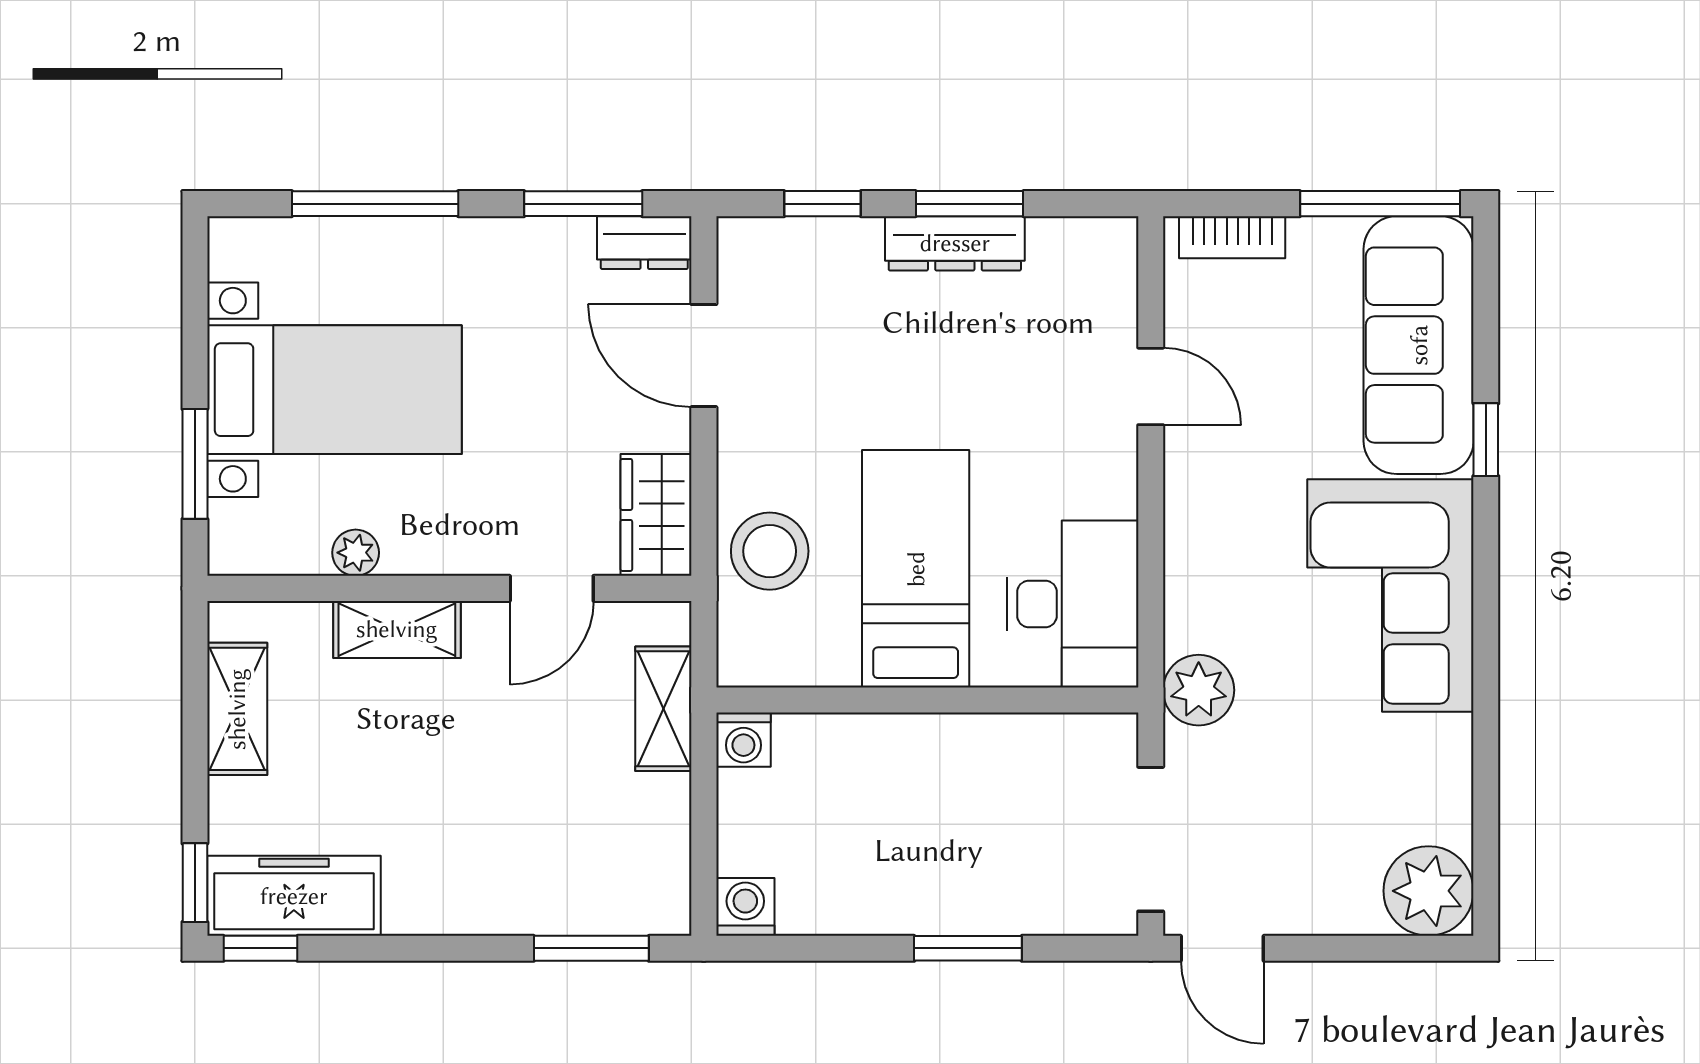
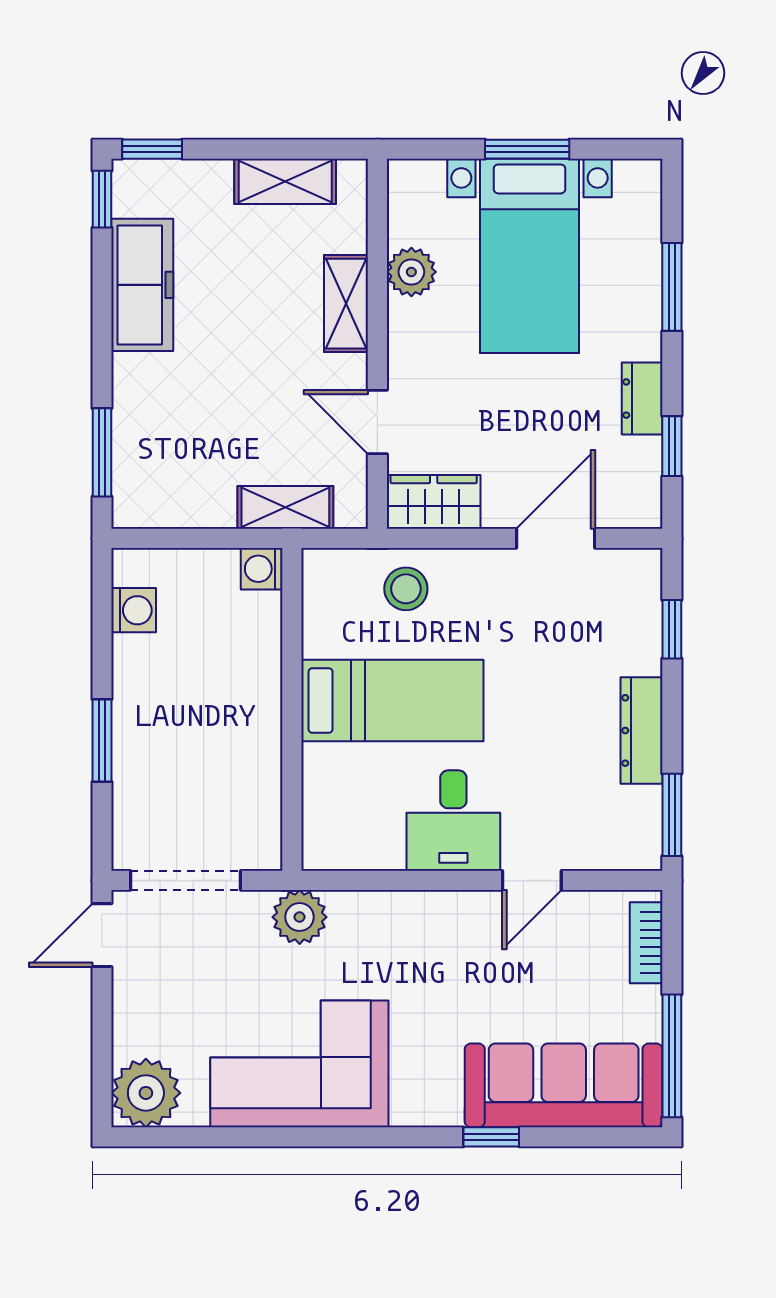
window: (375, 204) -> (672, 287), width x0.69
window: (583, 204) -> (672, 446), width x0.67
window: (969, 204) -> (672, 815), moved
dresser: (644, 243) -> (642, 399), moved
window: (195, 464) -> (527, 149), moved
stool: (770, 551) -> (406, 589), width x0.73, depth x0.73
plant: (356, 553) -> (411, 272), width x1.38, depth x1.38
corner sofa: (1390, 595) -> (299, 1064), moved
desk: (1073, 604) -> (453, 821), moved, width x0.73
freezer: (294, 896) -> (142, 285), moved
washing machine: (745, 907) -> (134, 610), moved

